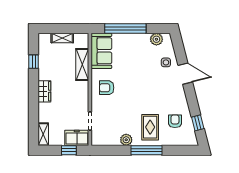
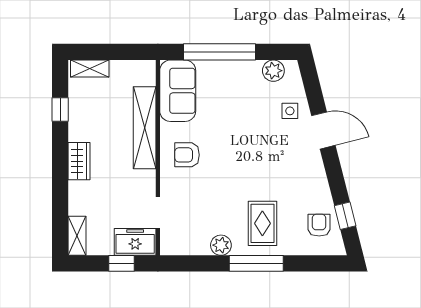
shelving: (62, 38) -> (90, 69), moved
shelving: (82, 65) -> (145, 128), width x1.47
armchair: (175, 121) -> (319, 225), moved

